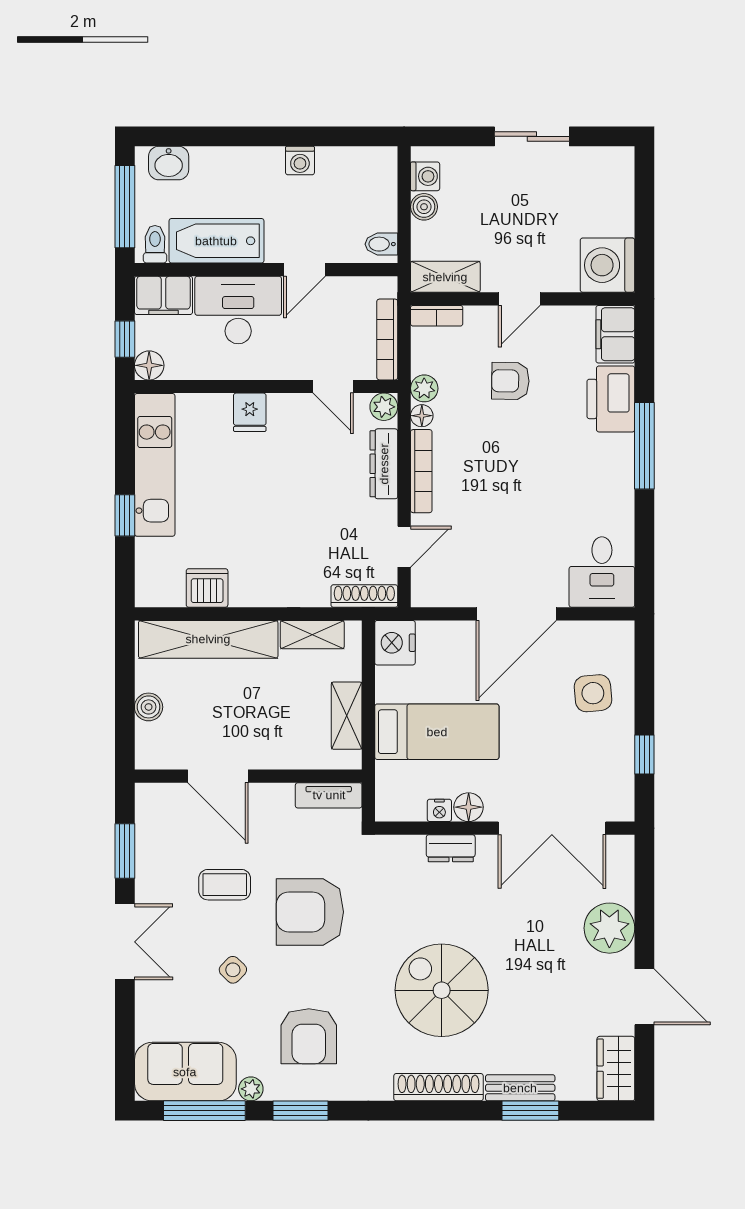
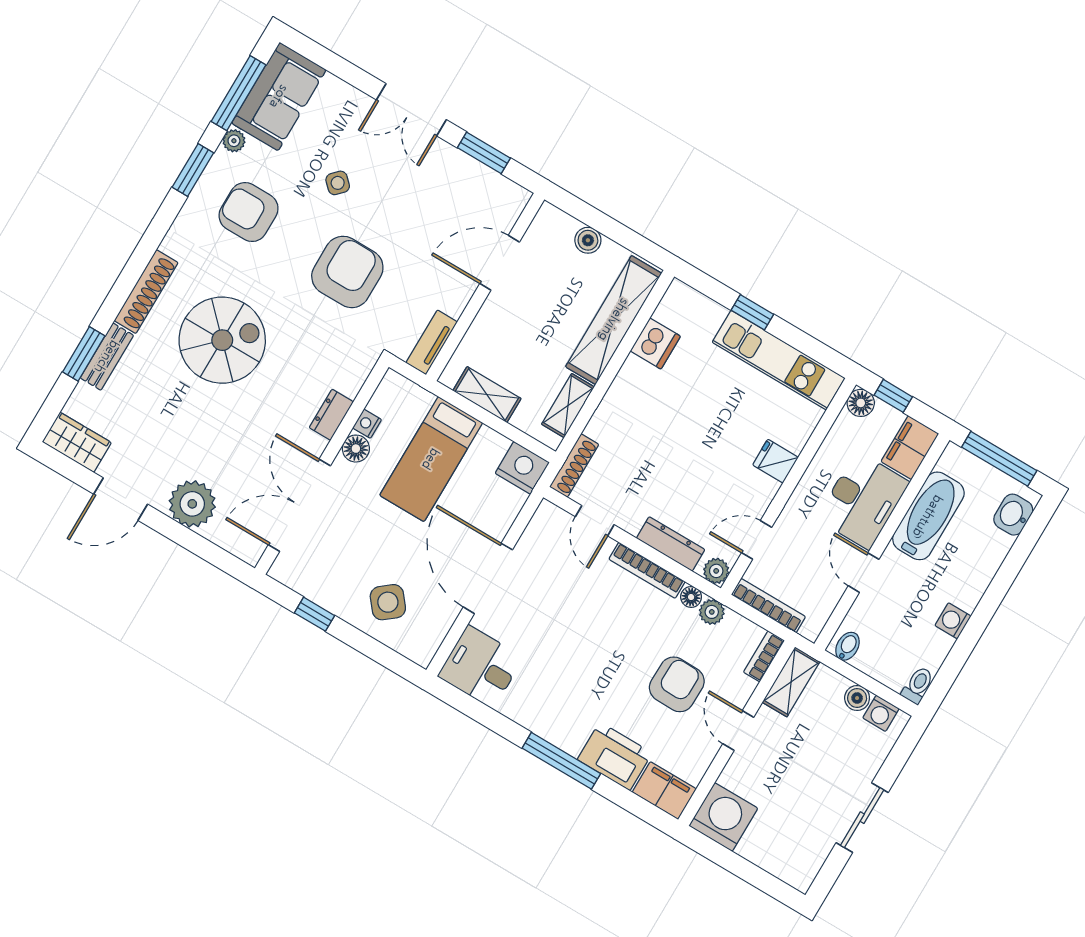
toilet: (155, 244) -> (918, 685), moved, turned -90
armchair: (510, 381) -> (677, 684), width x1.38, depth x1.38
side table: (593, 693) -> (388, 602), turned -34
coffee table: (225, 885) -> (410, 217), removed

